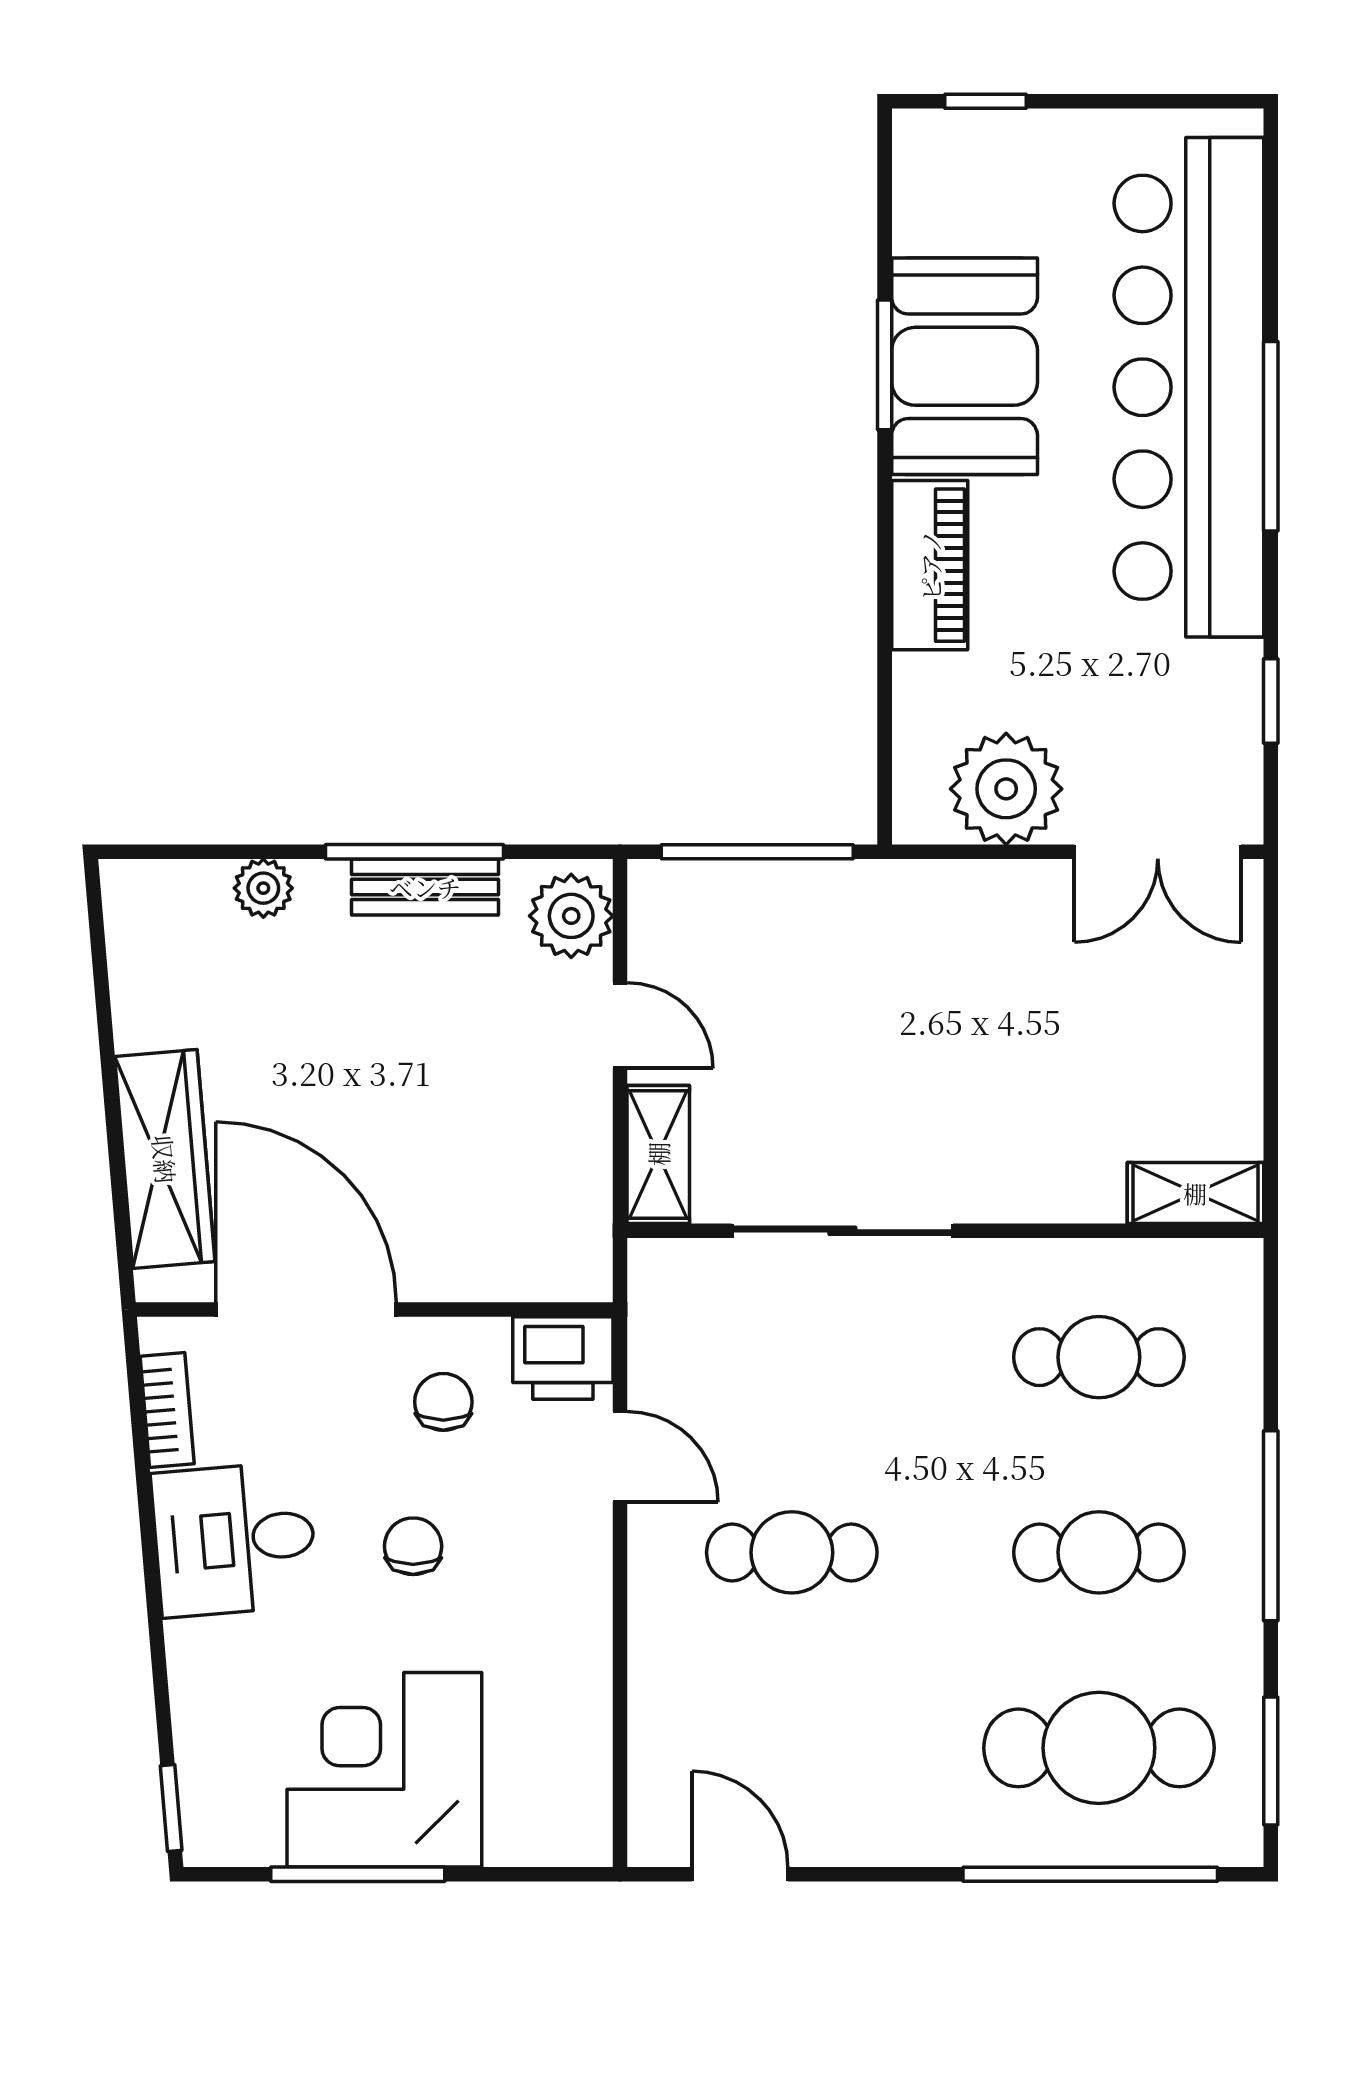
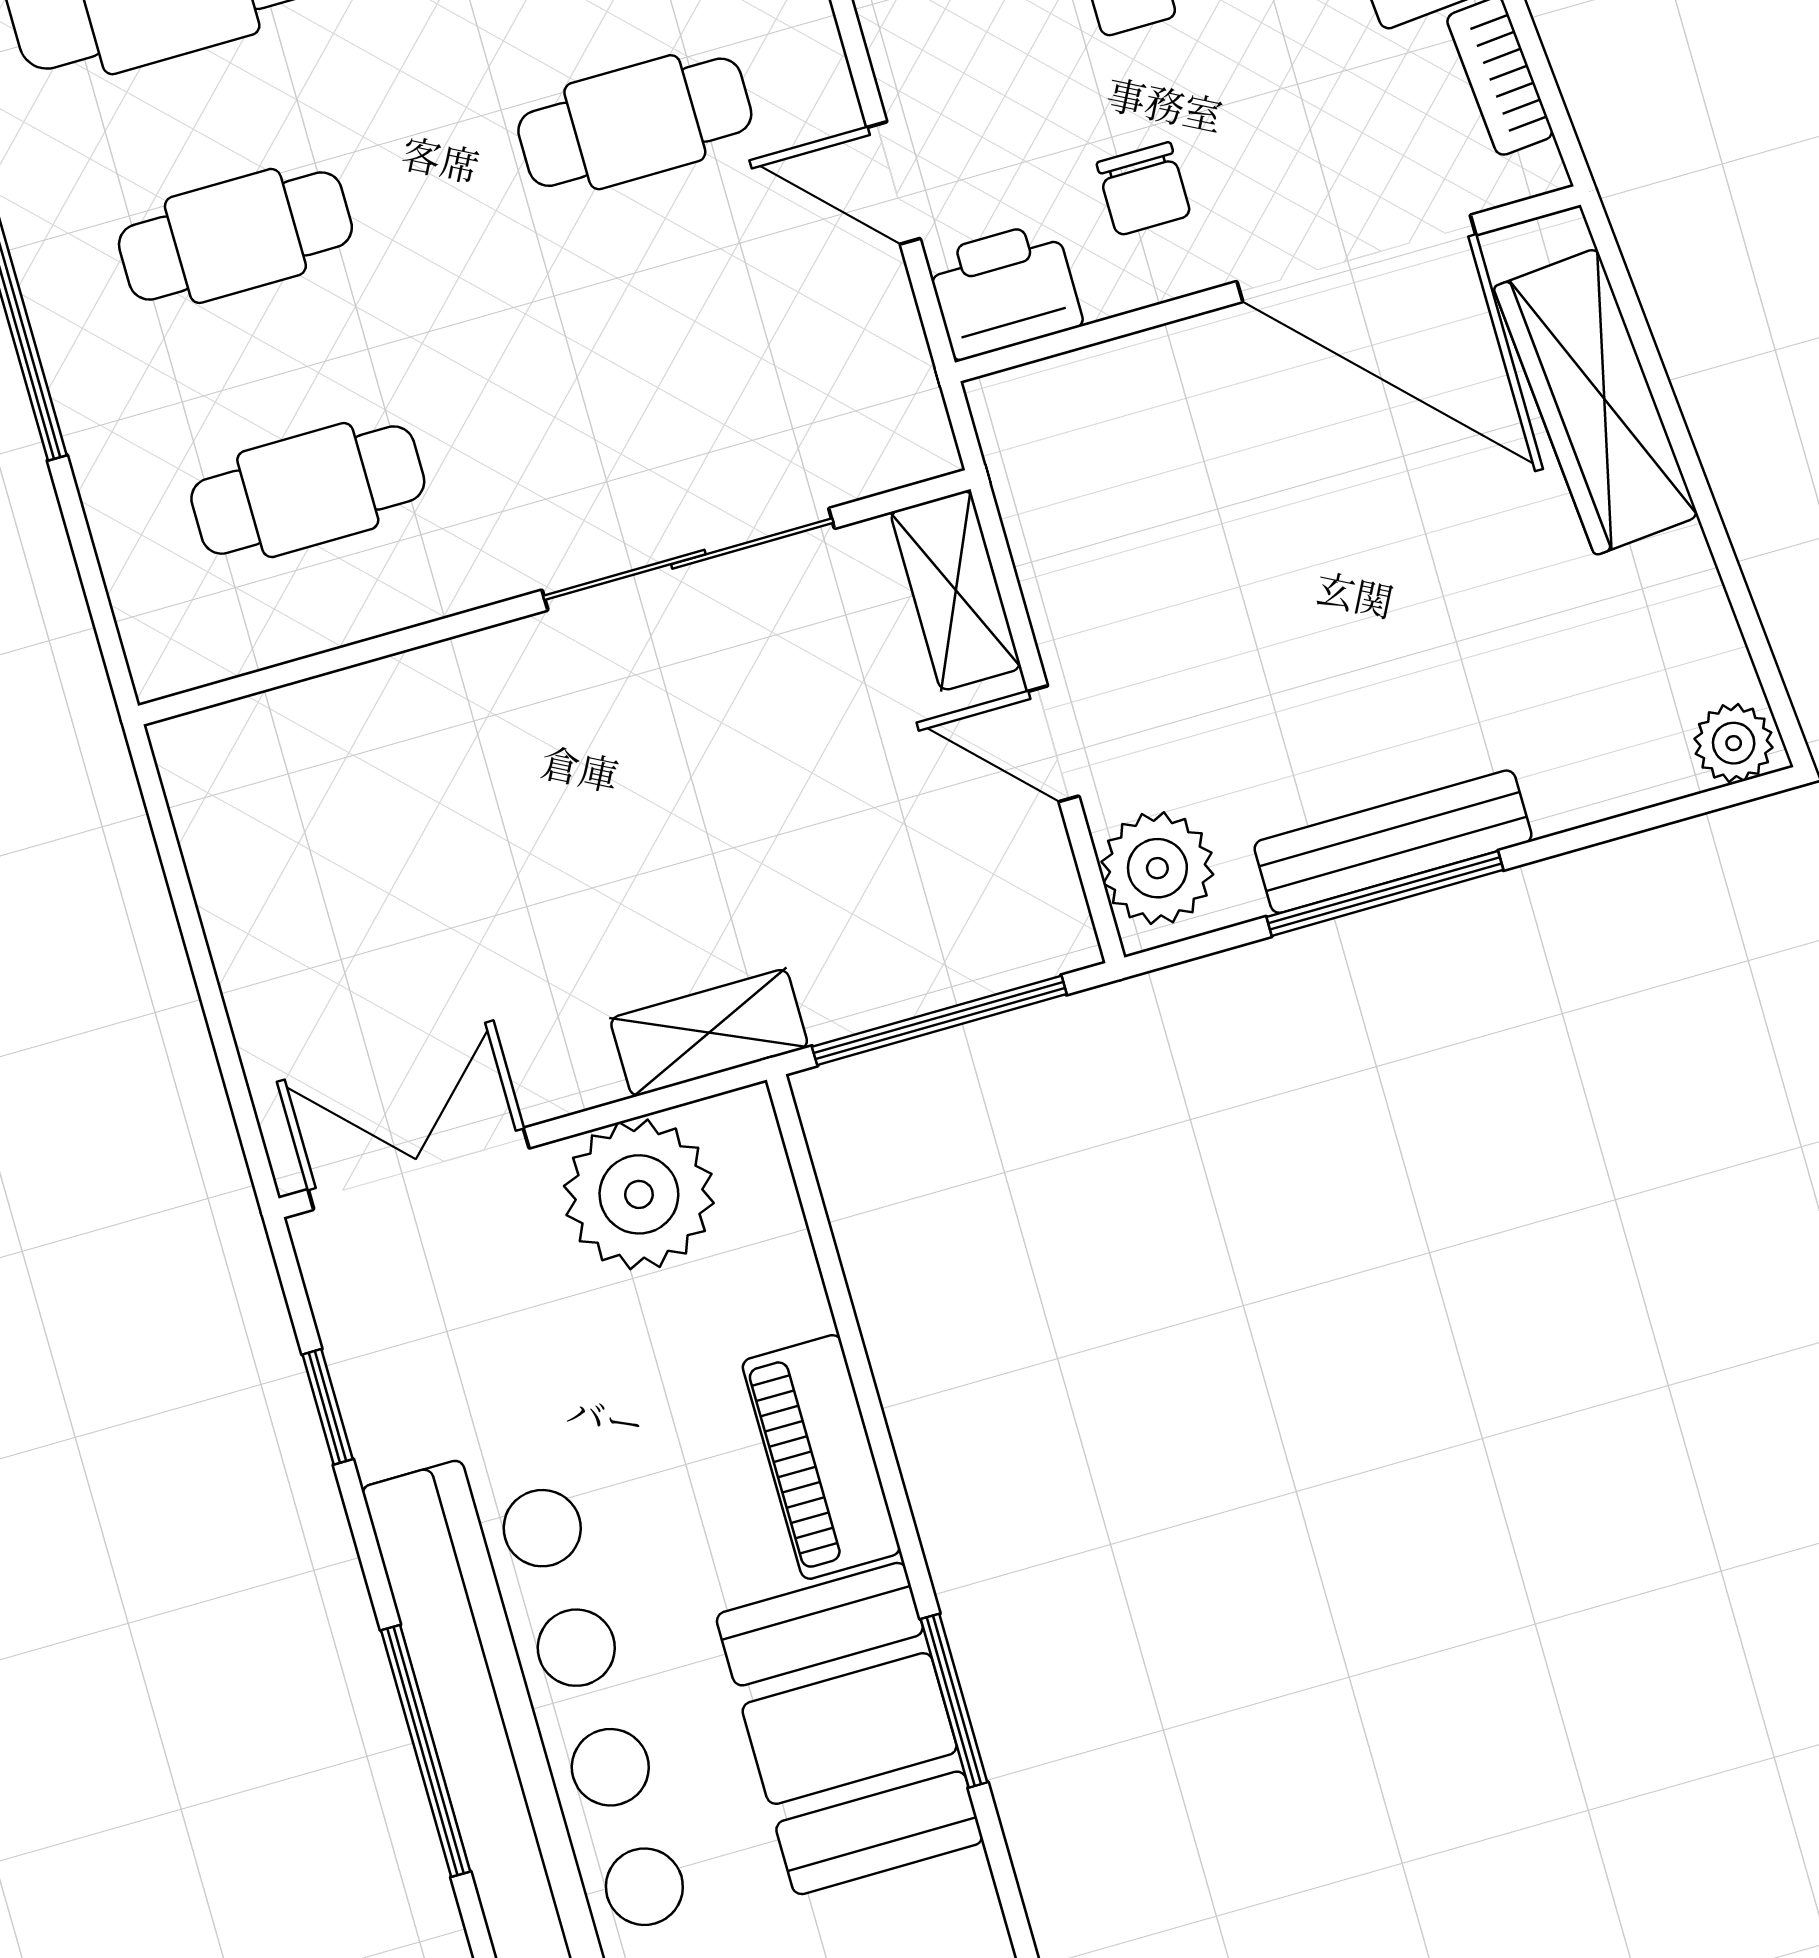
bench: (425, 887) -> (1393, 842), width x1.36
plant: (263, 888) -> (1734, 743), moved
shelving: (1195, 1193) -> (709, 1033), moved

